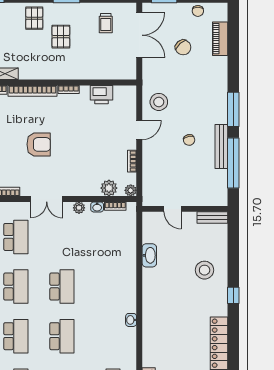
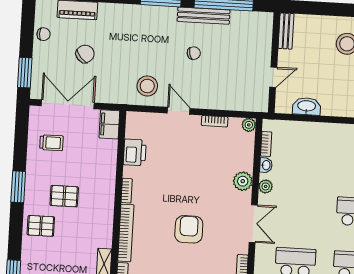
filing cabinet: (124, 72) -> (109, 124), added
plant: (109, 188) -> (243, 181), moved
washbasin: (149, 255) -> (307, 106), moved

